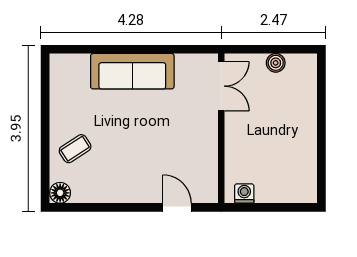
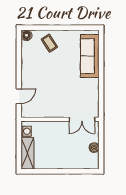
sofa: (132, 71) -> (90, 56), moved
shelving: (286, 191) -> (27, 153), added

